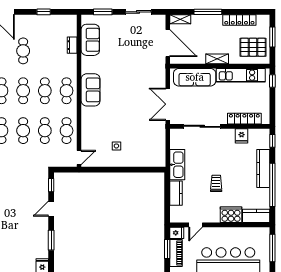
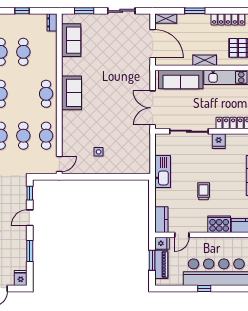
window: (208, 12) -> (195, 11), width x0.69
dresser: (72, 45) -> (52, 22), moved
cafe table: (45, 91) -> (23, 52), moved
fridge: (242, 136) -> (219, 141), moved
kitchen counter: (176, 193) -> (161, 220), moved

